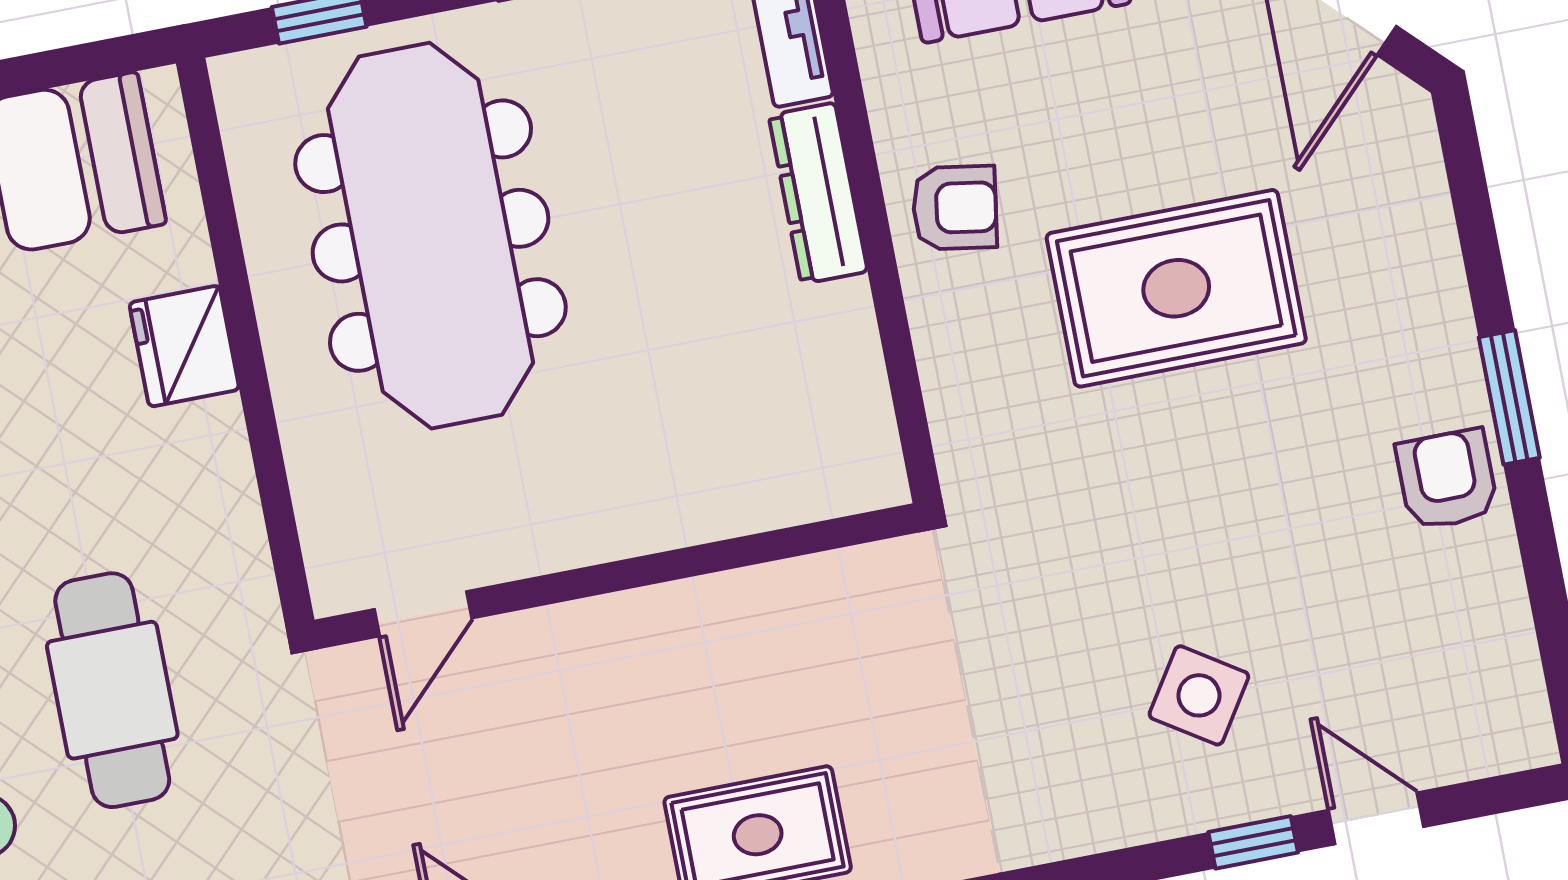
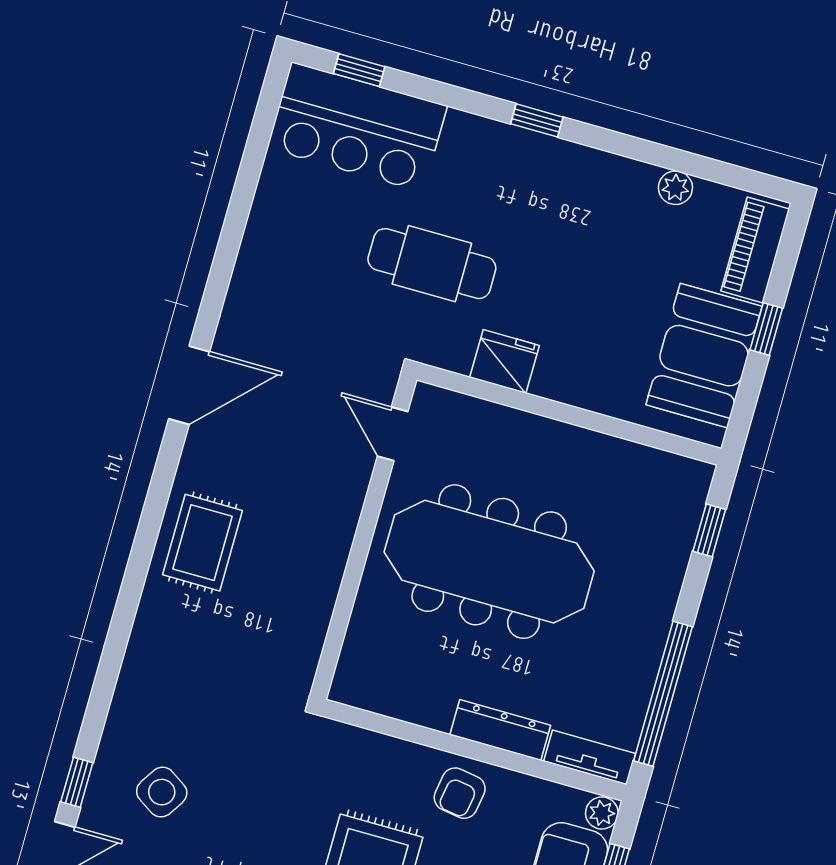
meeting table: (431, 236) -> (489, 562), moved
fridge: (184, 346) -> (505, 361), moved

